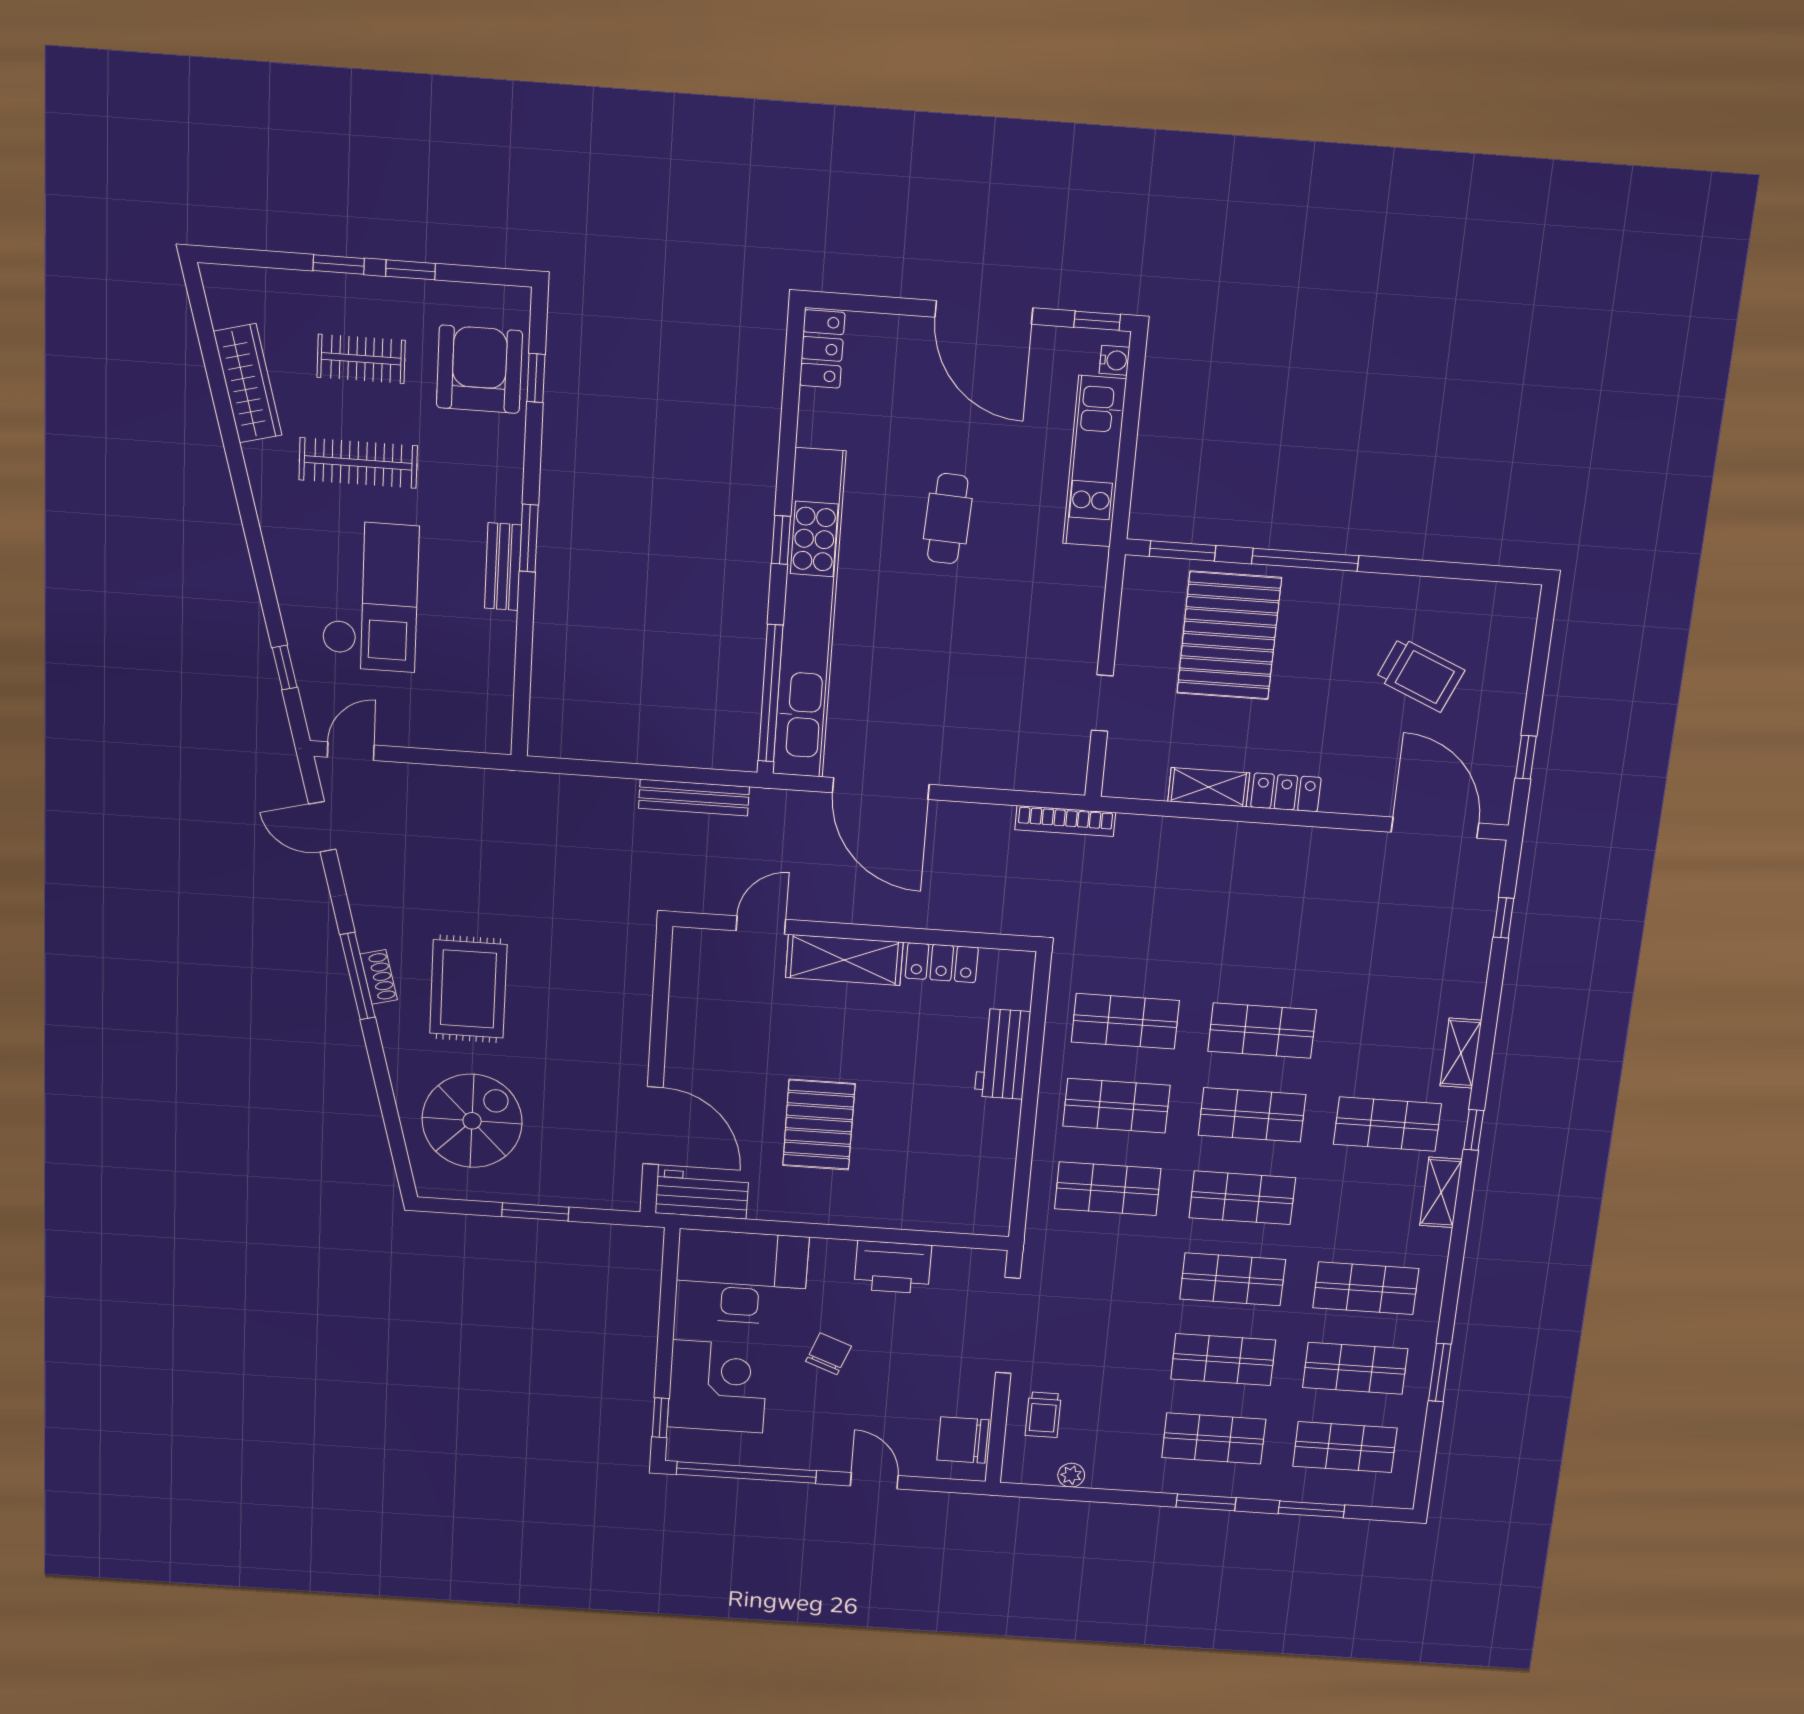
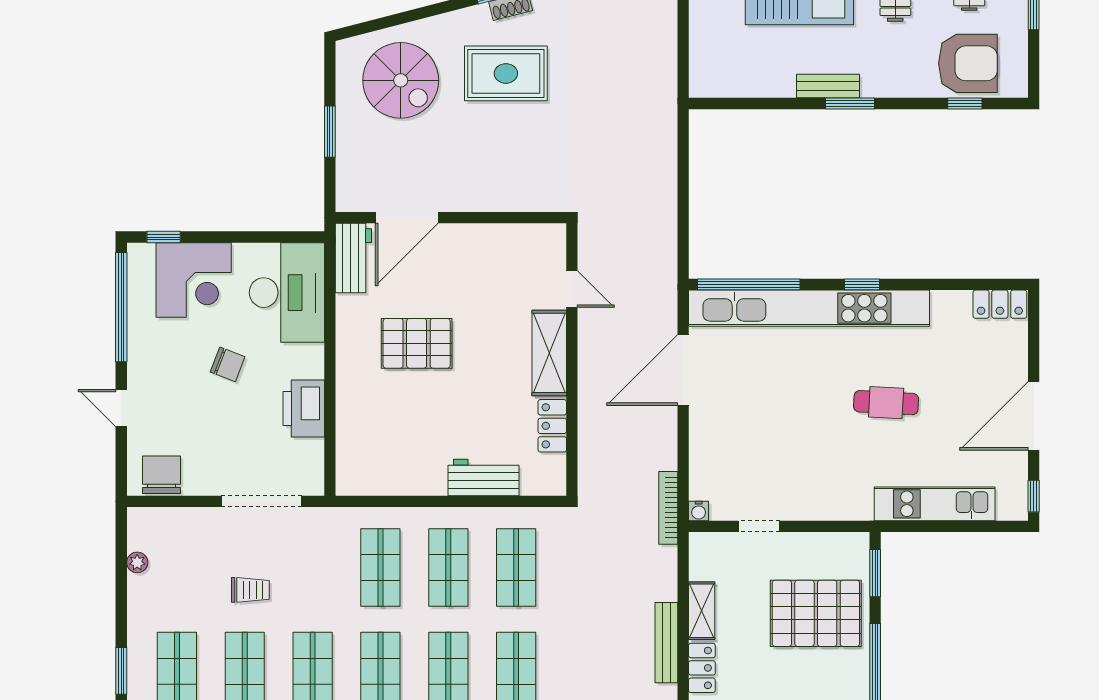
water cooler: (1114, 360) -> (699, 511), moved
bench: (694, 798) -> (666, 643), moved
trolley: (1043, 1415) -> (250, 590), moved, turned 180
door: (874, 1481) -> (121, 408), swing flipped

